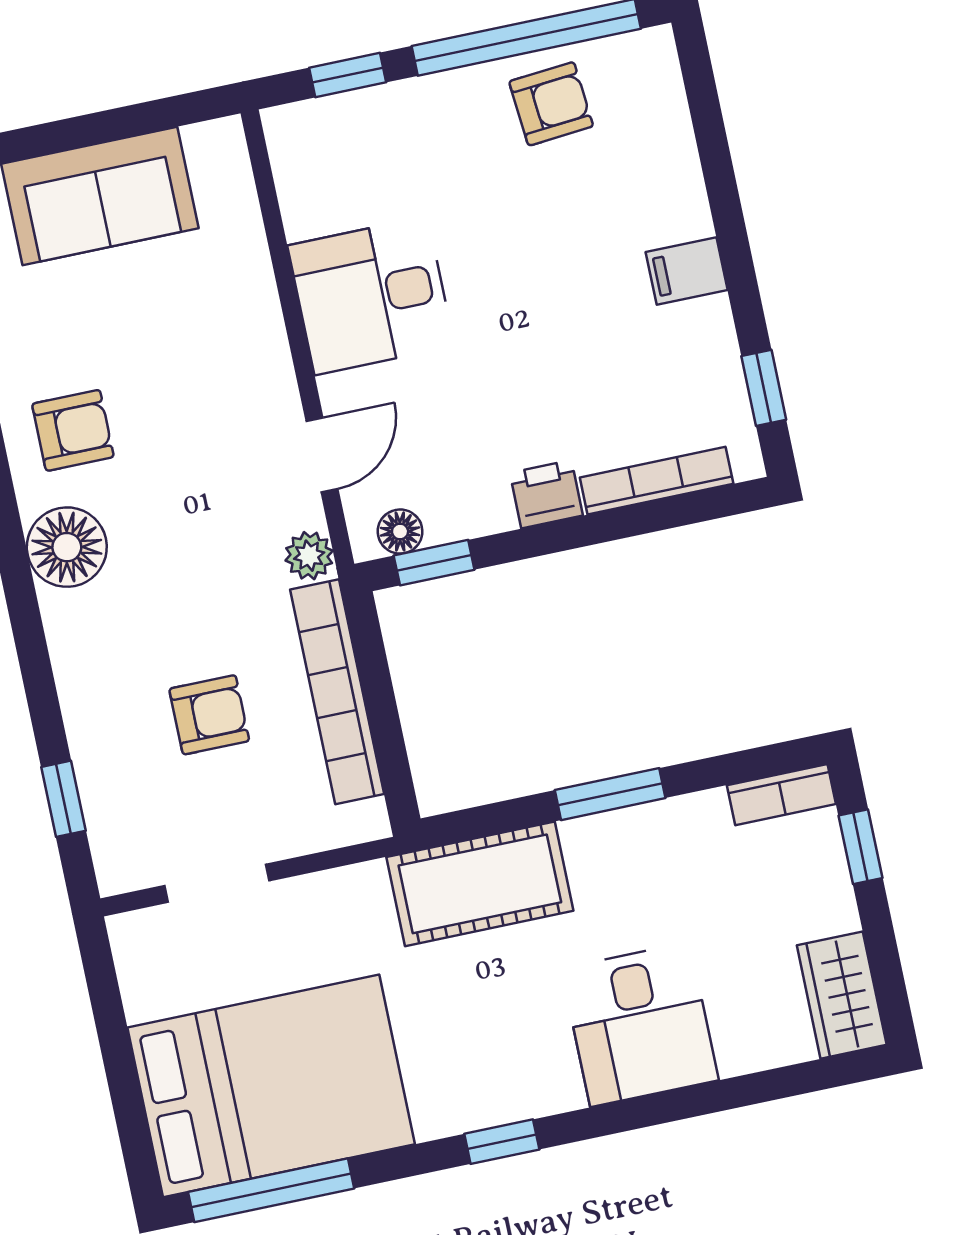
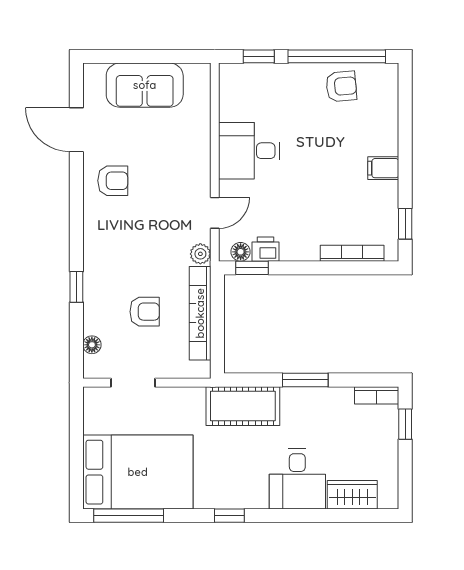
printer: (546, 494) -> (265, 249), moved
floor lamp: (67, 547) -> (92, 345), moved, width x0.53, depth x0.53
window: (64, 799) -> (76, 287), moved
wardrobe: (842, 995) -> (352, 495), moved, turned 90

